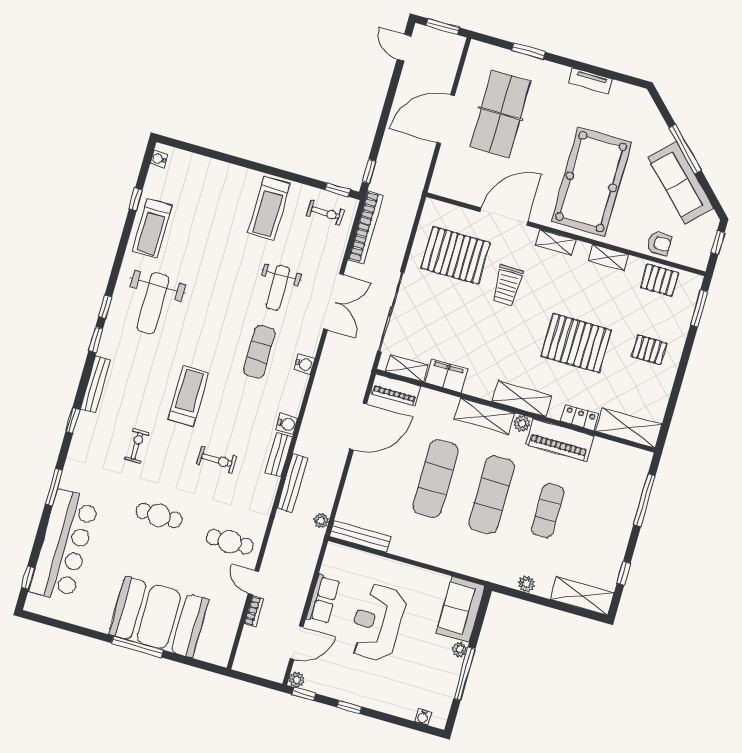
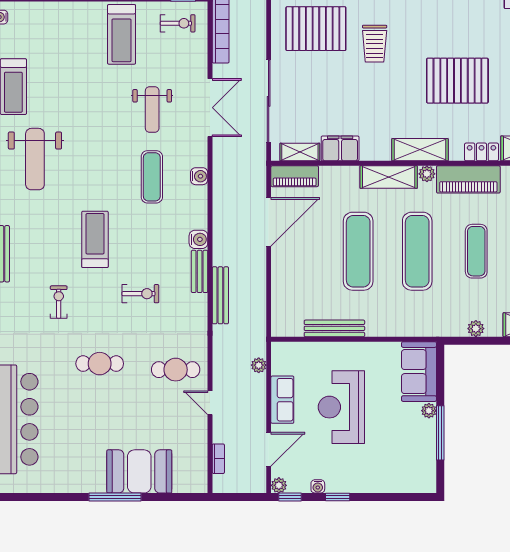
plant: (321, 521) -> (259, 365), moved
bench: (360, 537) -> (334, 328), moved
bookcase: (254, 611) -> (218, 459), moved
booth: (159, 617) -> (139, 471), width x0.73, depth x0.70
water cooler: (423, 717) -> (318, 486), moved

